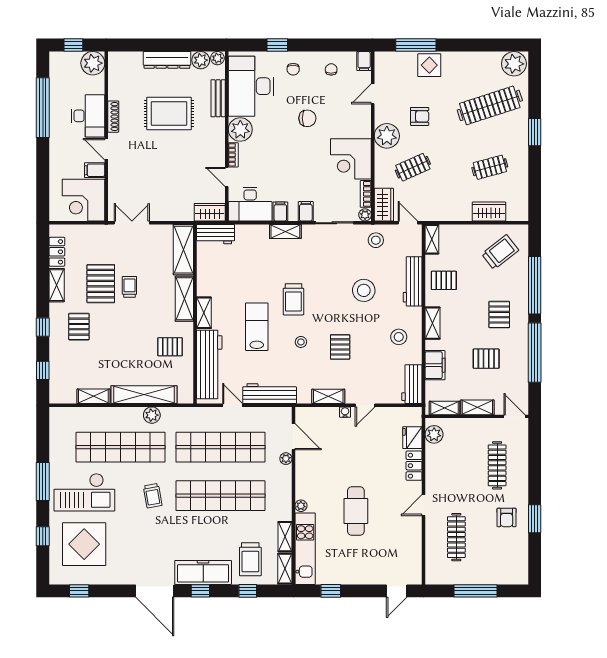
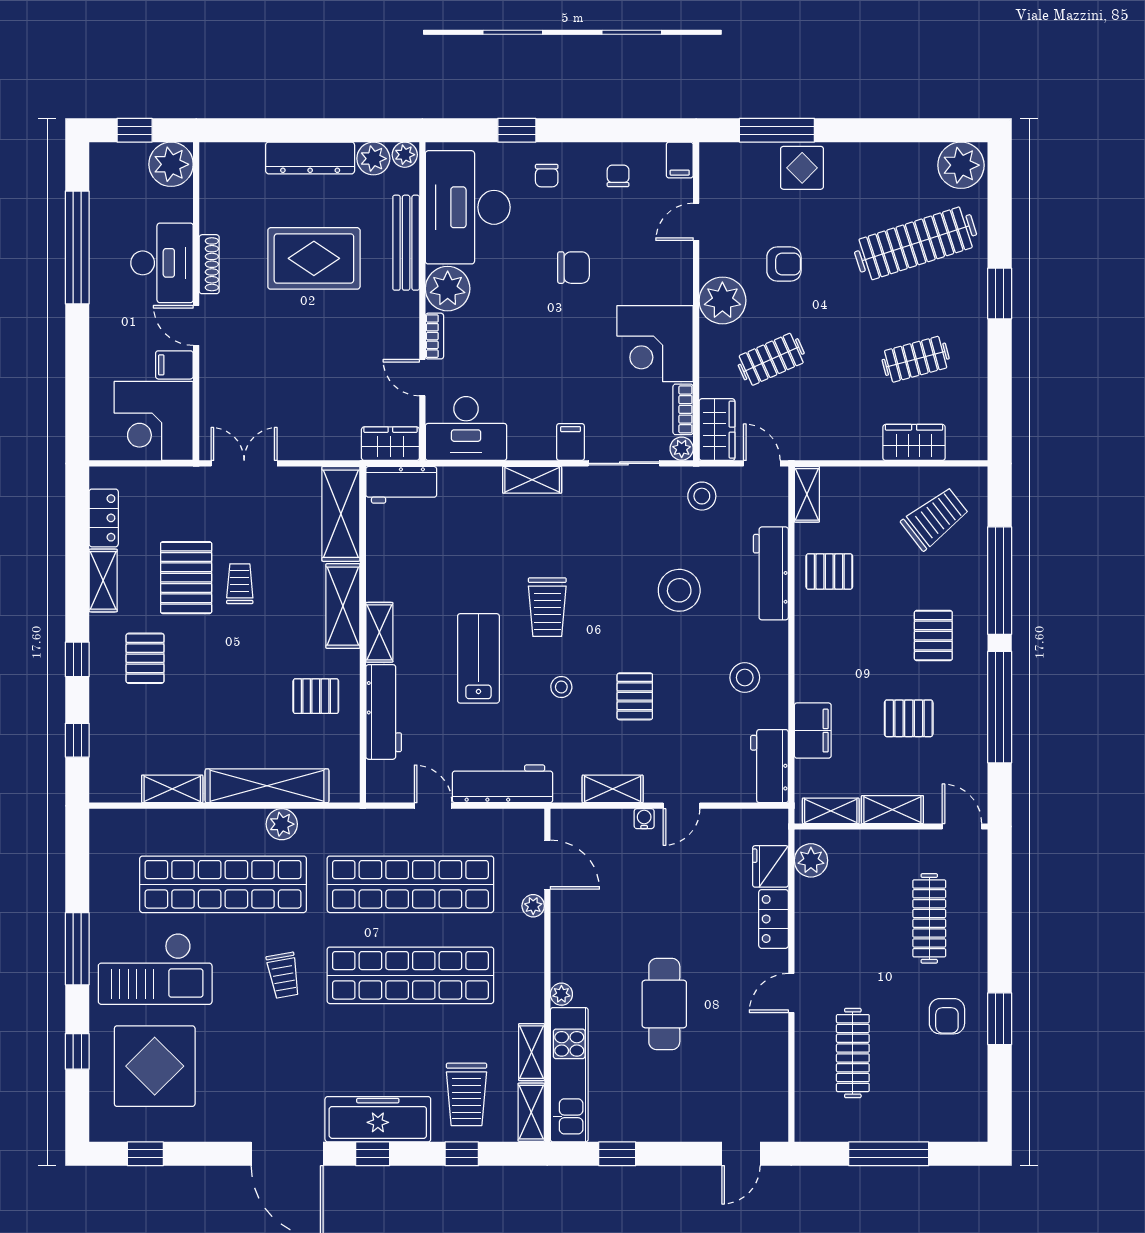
bench: (218, 98) -> (406, 243), width x1.36
filing cabinet: (280, 211) -> (523, 442), removed
shelving: (432, 323) -> (808, 652), removed
workbench: (209, 364) -> (384, 712), width x0.73, depth x0.76

